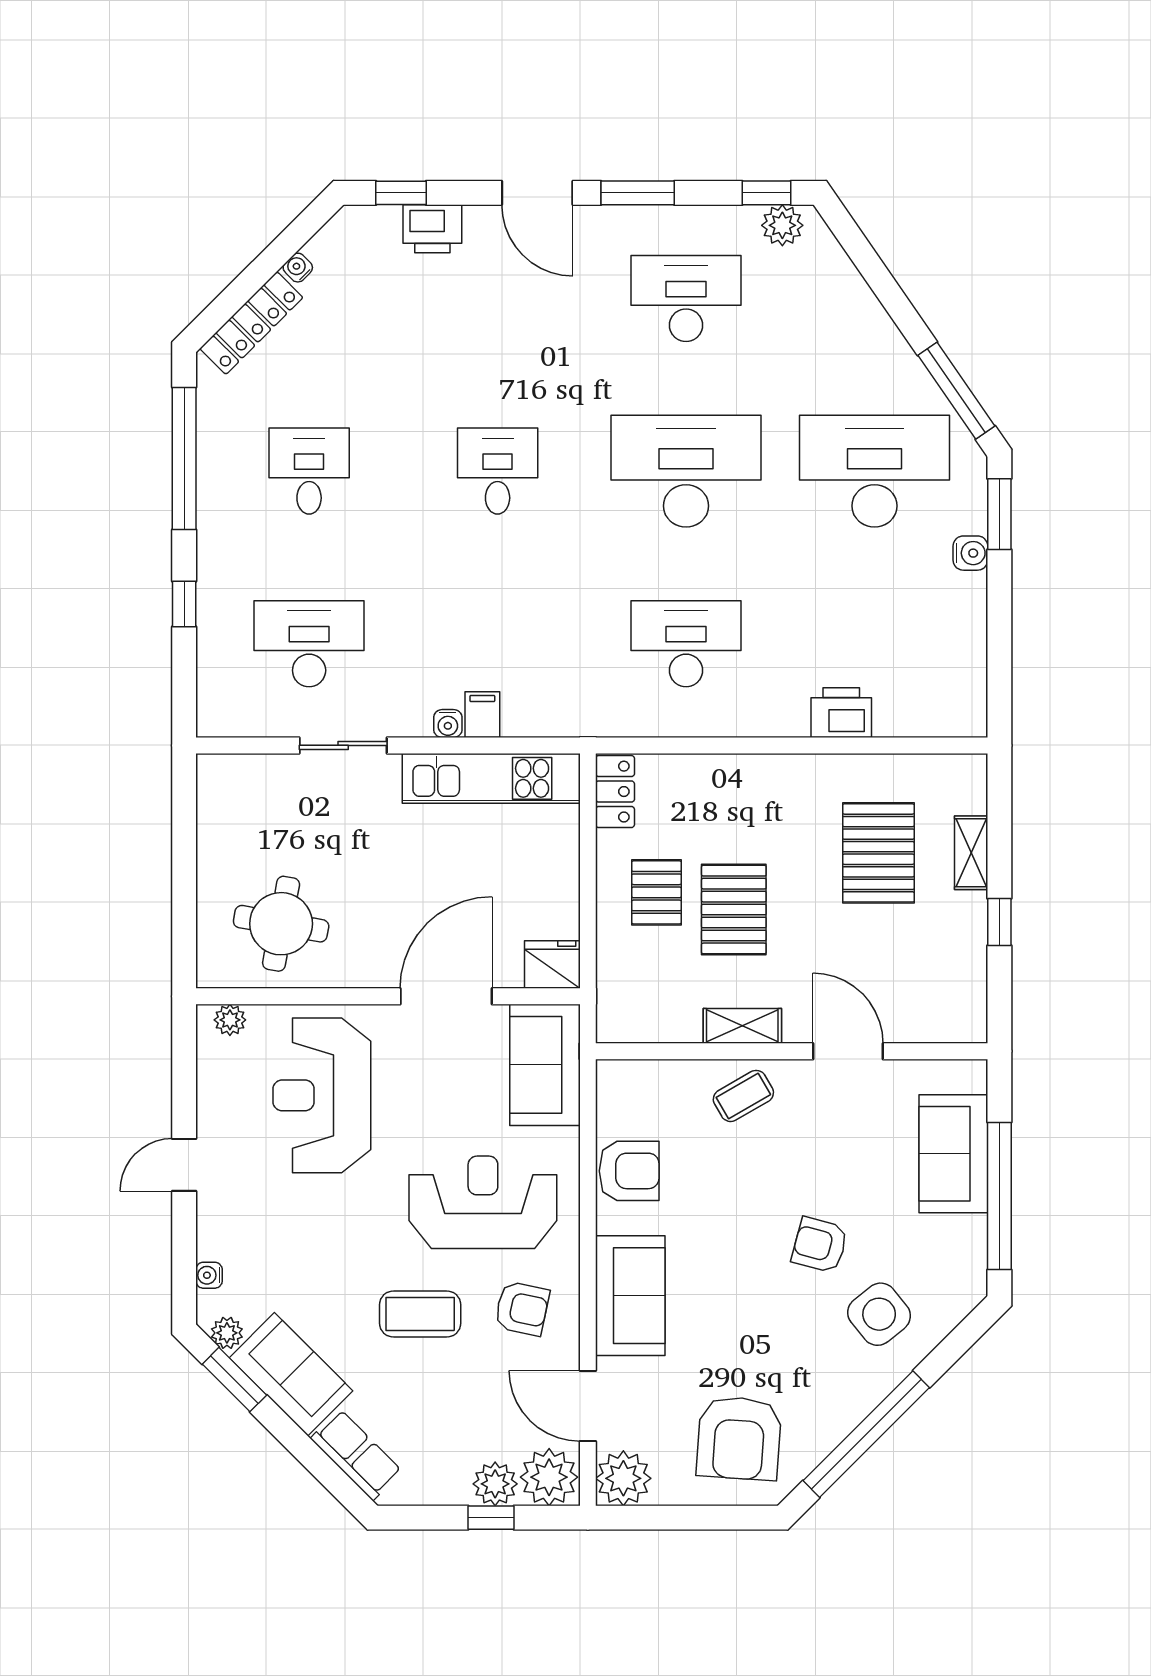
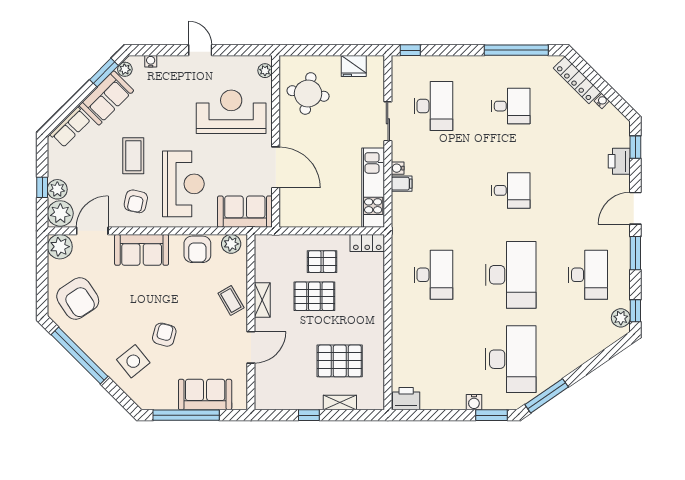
window: (184, 604) -> (410, 50), moved
printer: (841, 713) -> (406, 399), moved, turned -90
fridge: (552, 965) -> (354, 66), moved, turned 90
plant: (617, 1096) -> (231, 244), added
armchair: (739, 1438) -> (78, 299), turned -127

